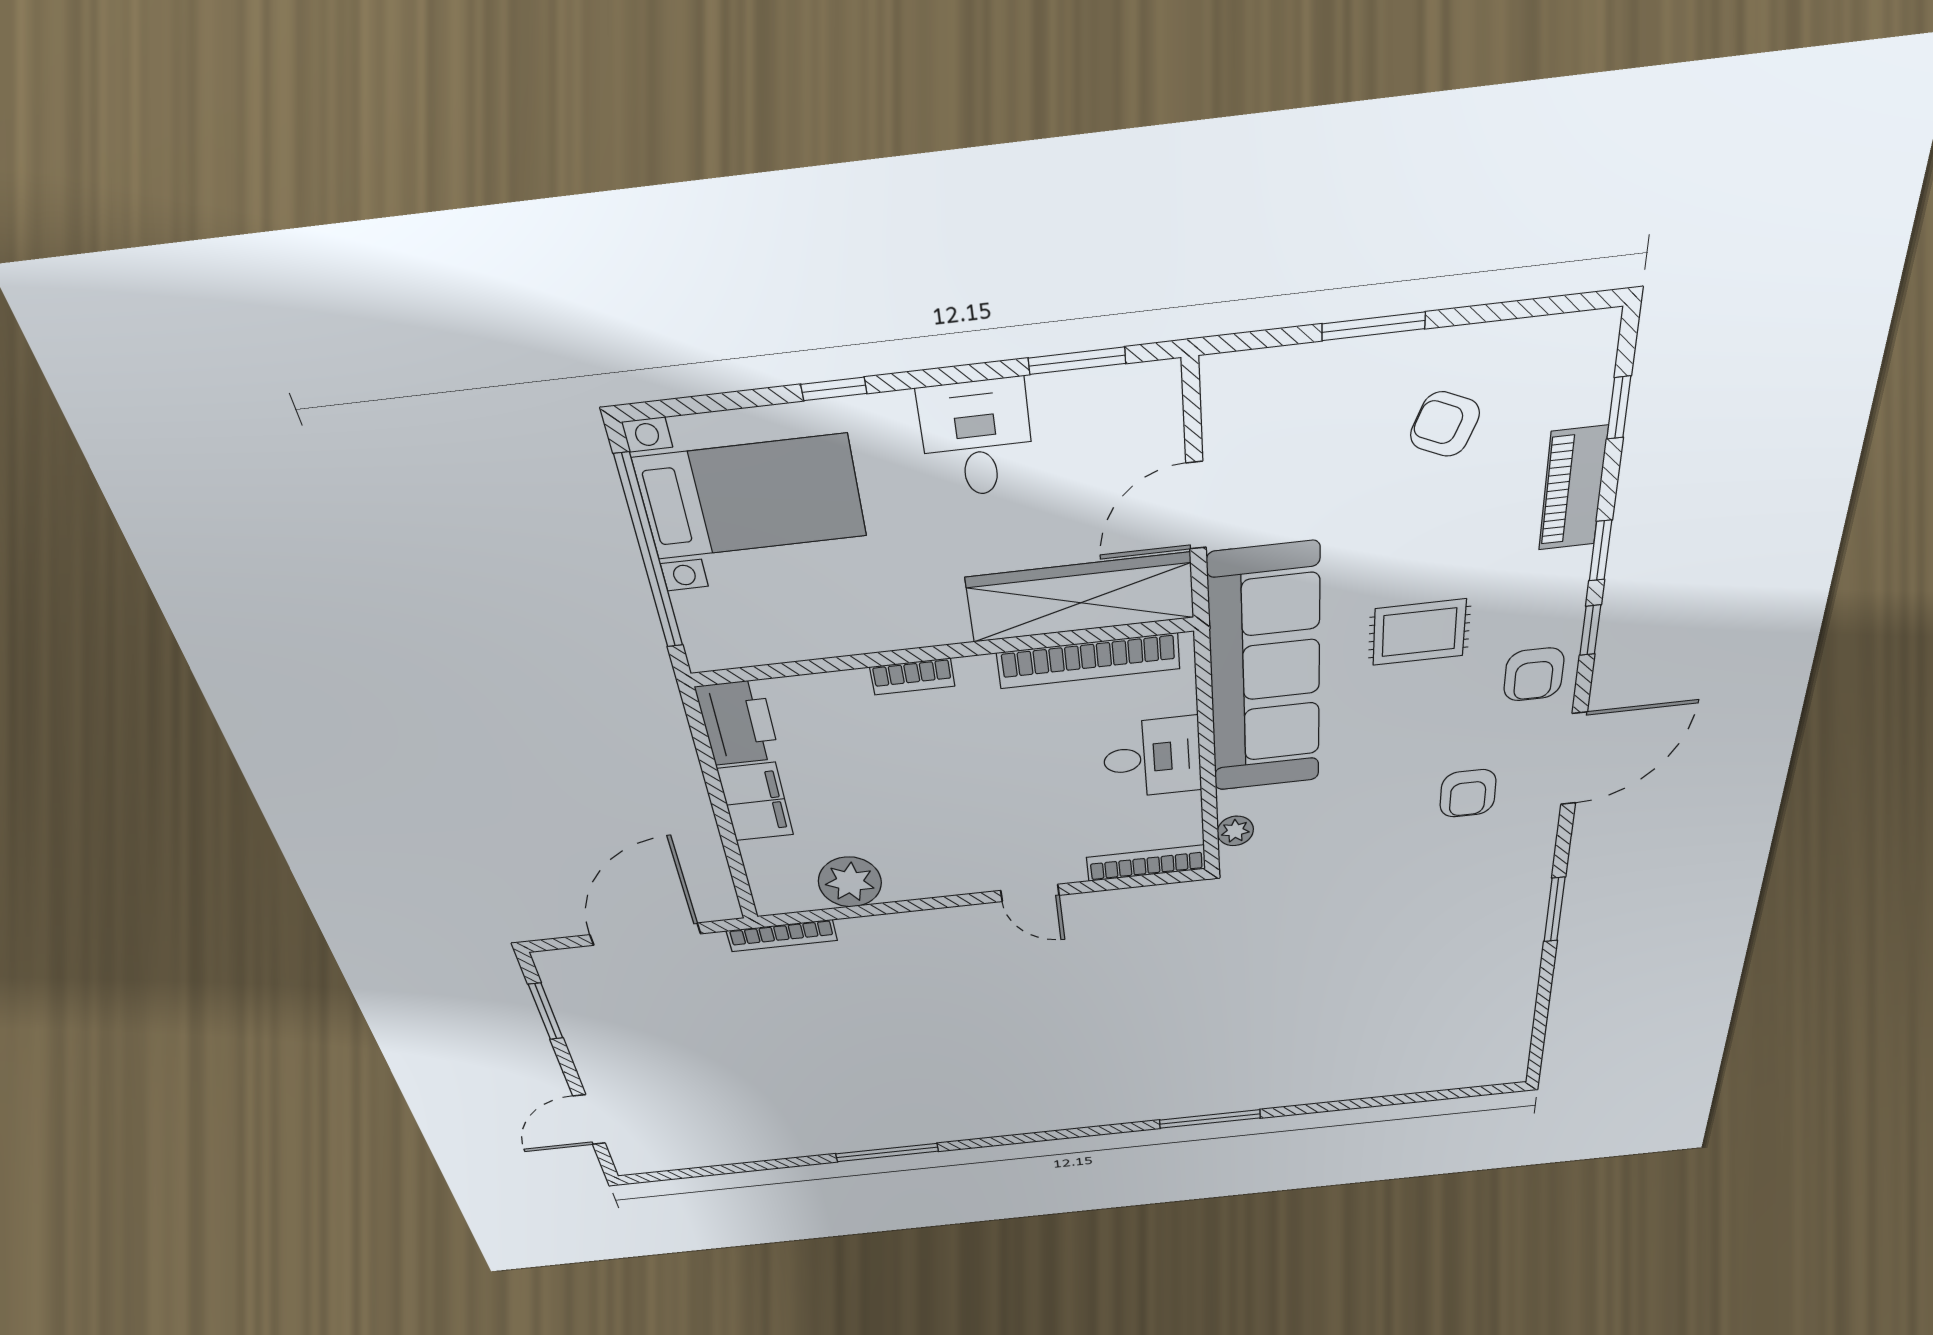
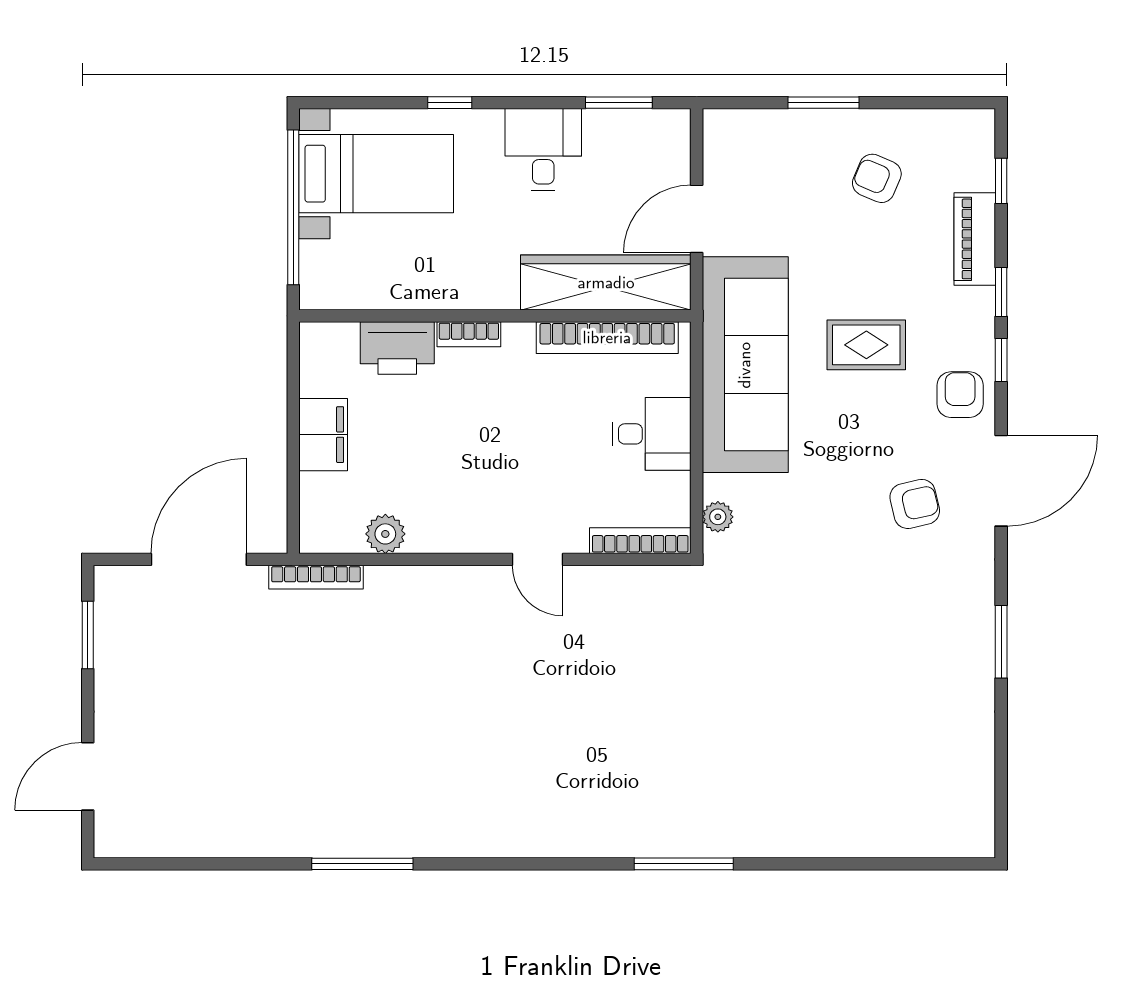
armchair: (1534, 674) -> (960, 395), turned 180
printer: (738, 723) -> (397, 348), moved, turned 90
armchair: (1468, 793) -> (915, 504), turned -103
plant: (850, 882) -> (385, 534), width x0.73, depth x0.73

